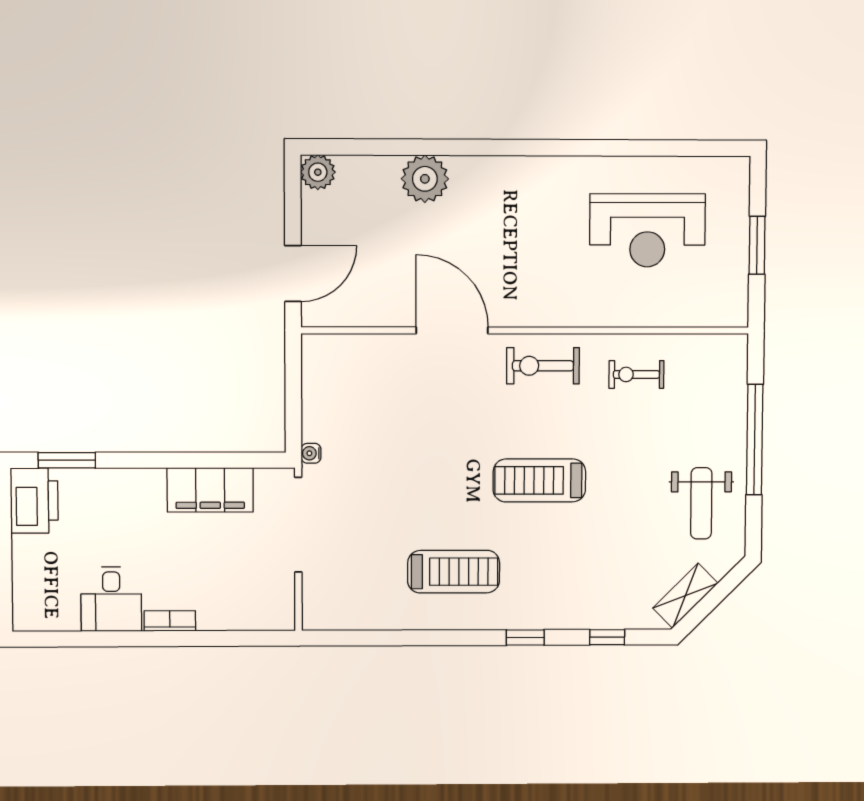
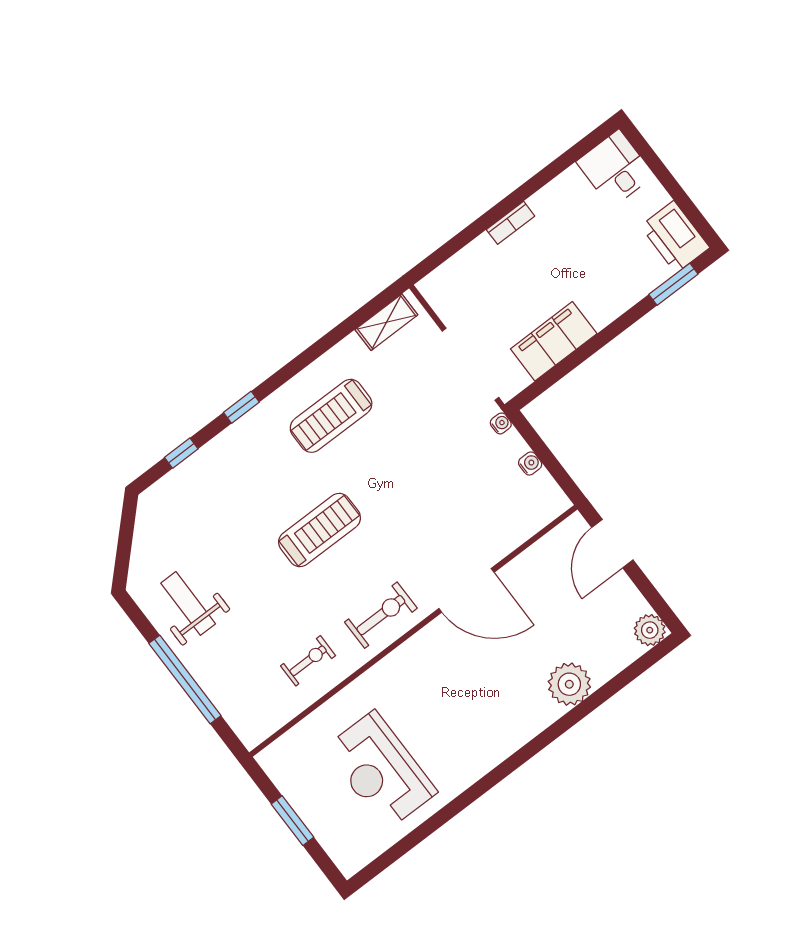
reception desk: (647, 230) -> (380, 770), turned -90
water cooler: (312, 399) -> (530, 463), added
shelving: (685, 596) -> (386, 322), moved, turned 45
desk: (111, 599) -> (615, 169), moved

